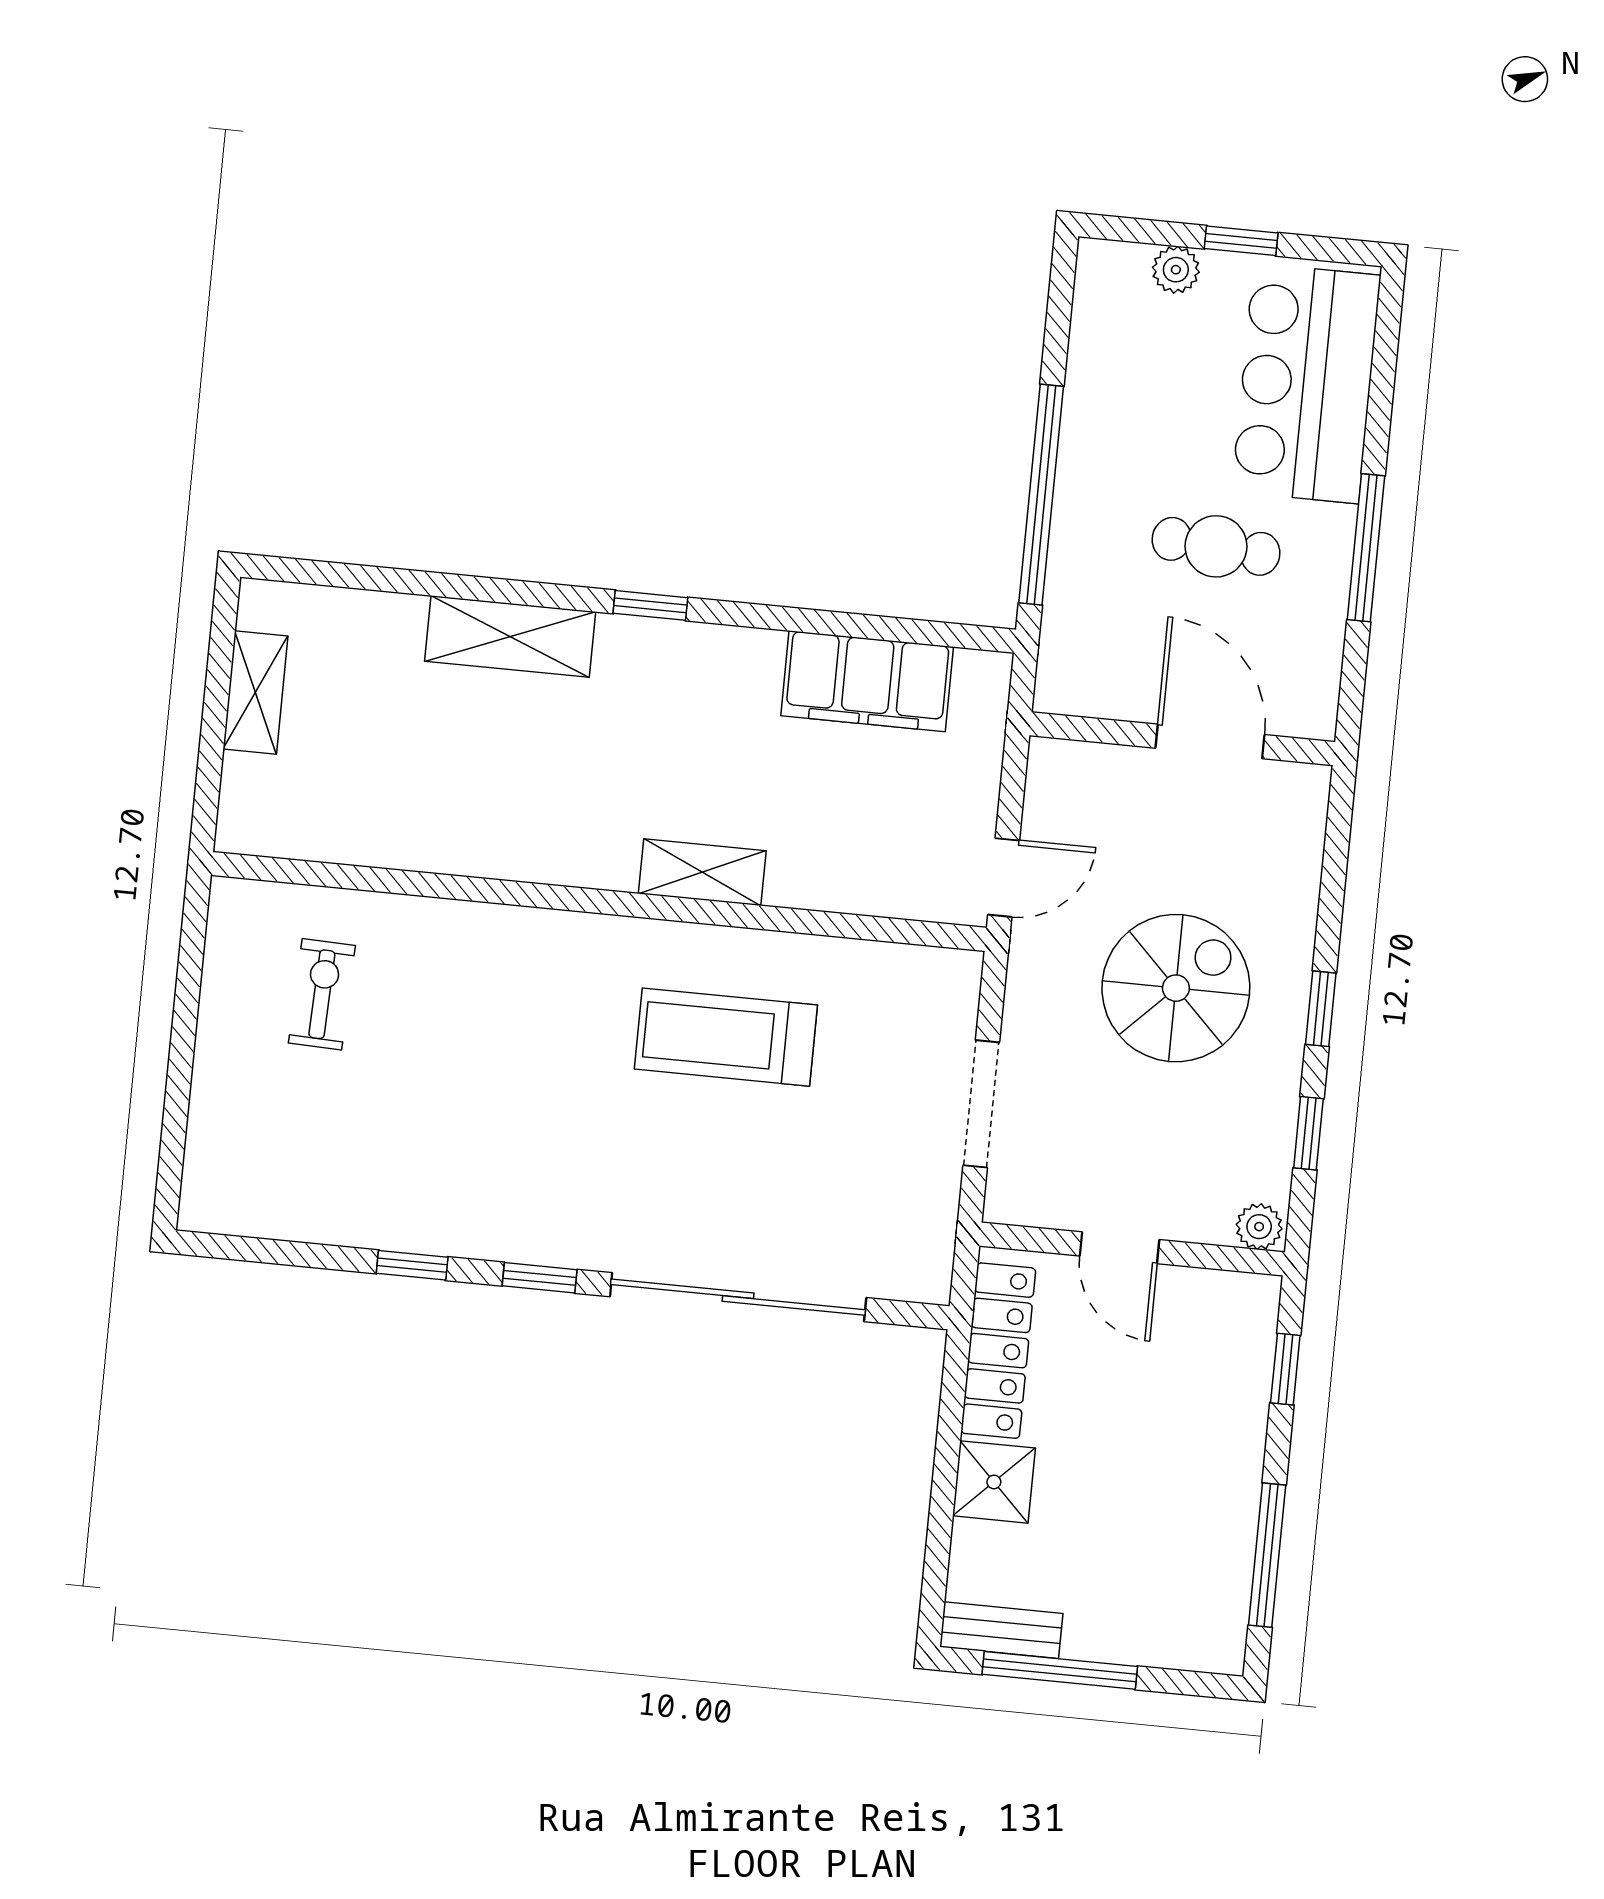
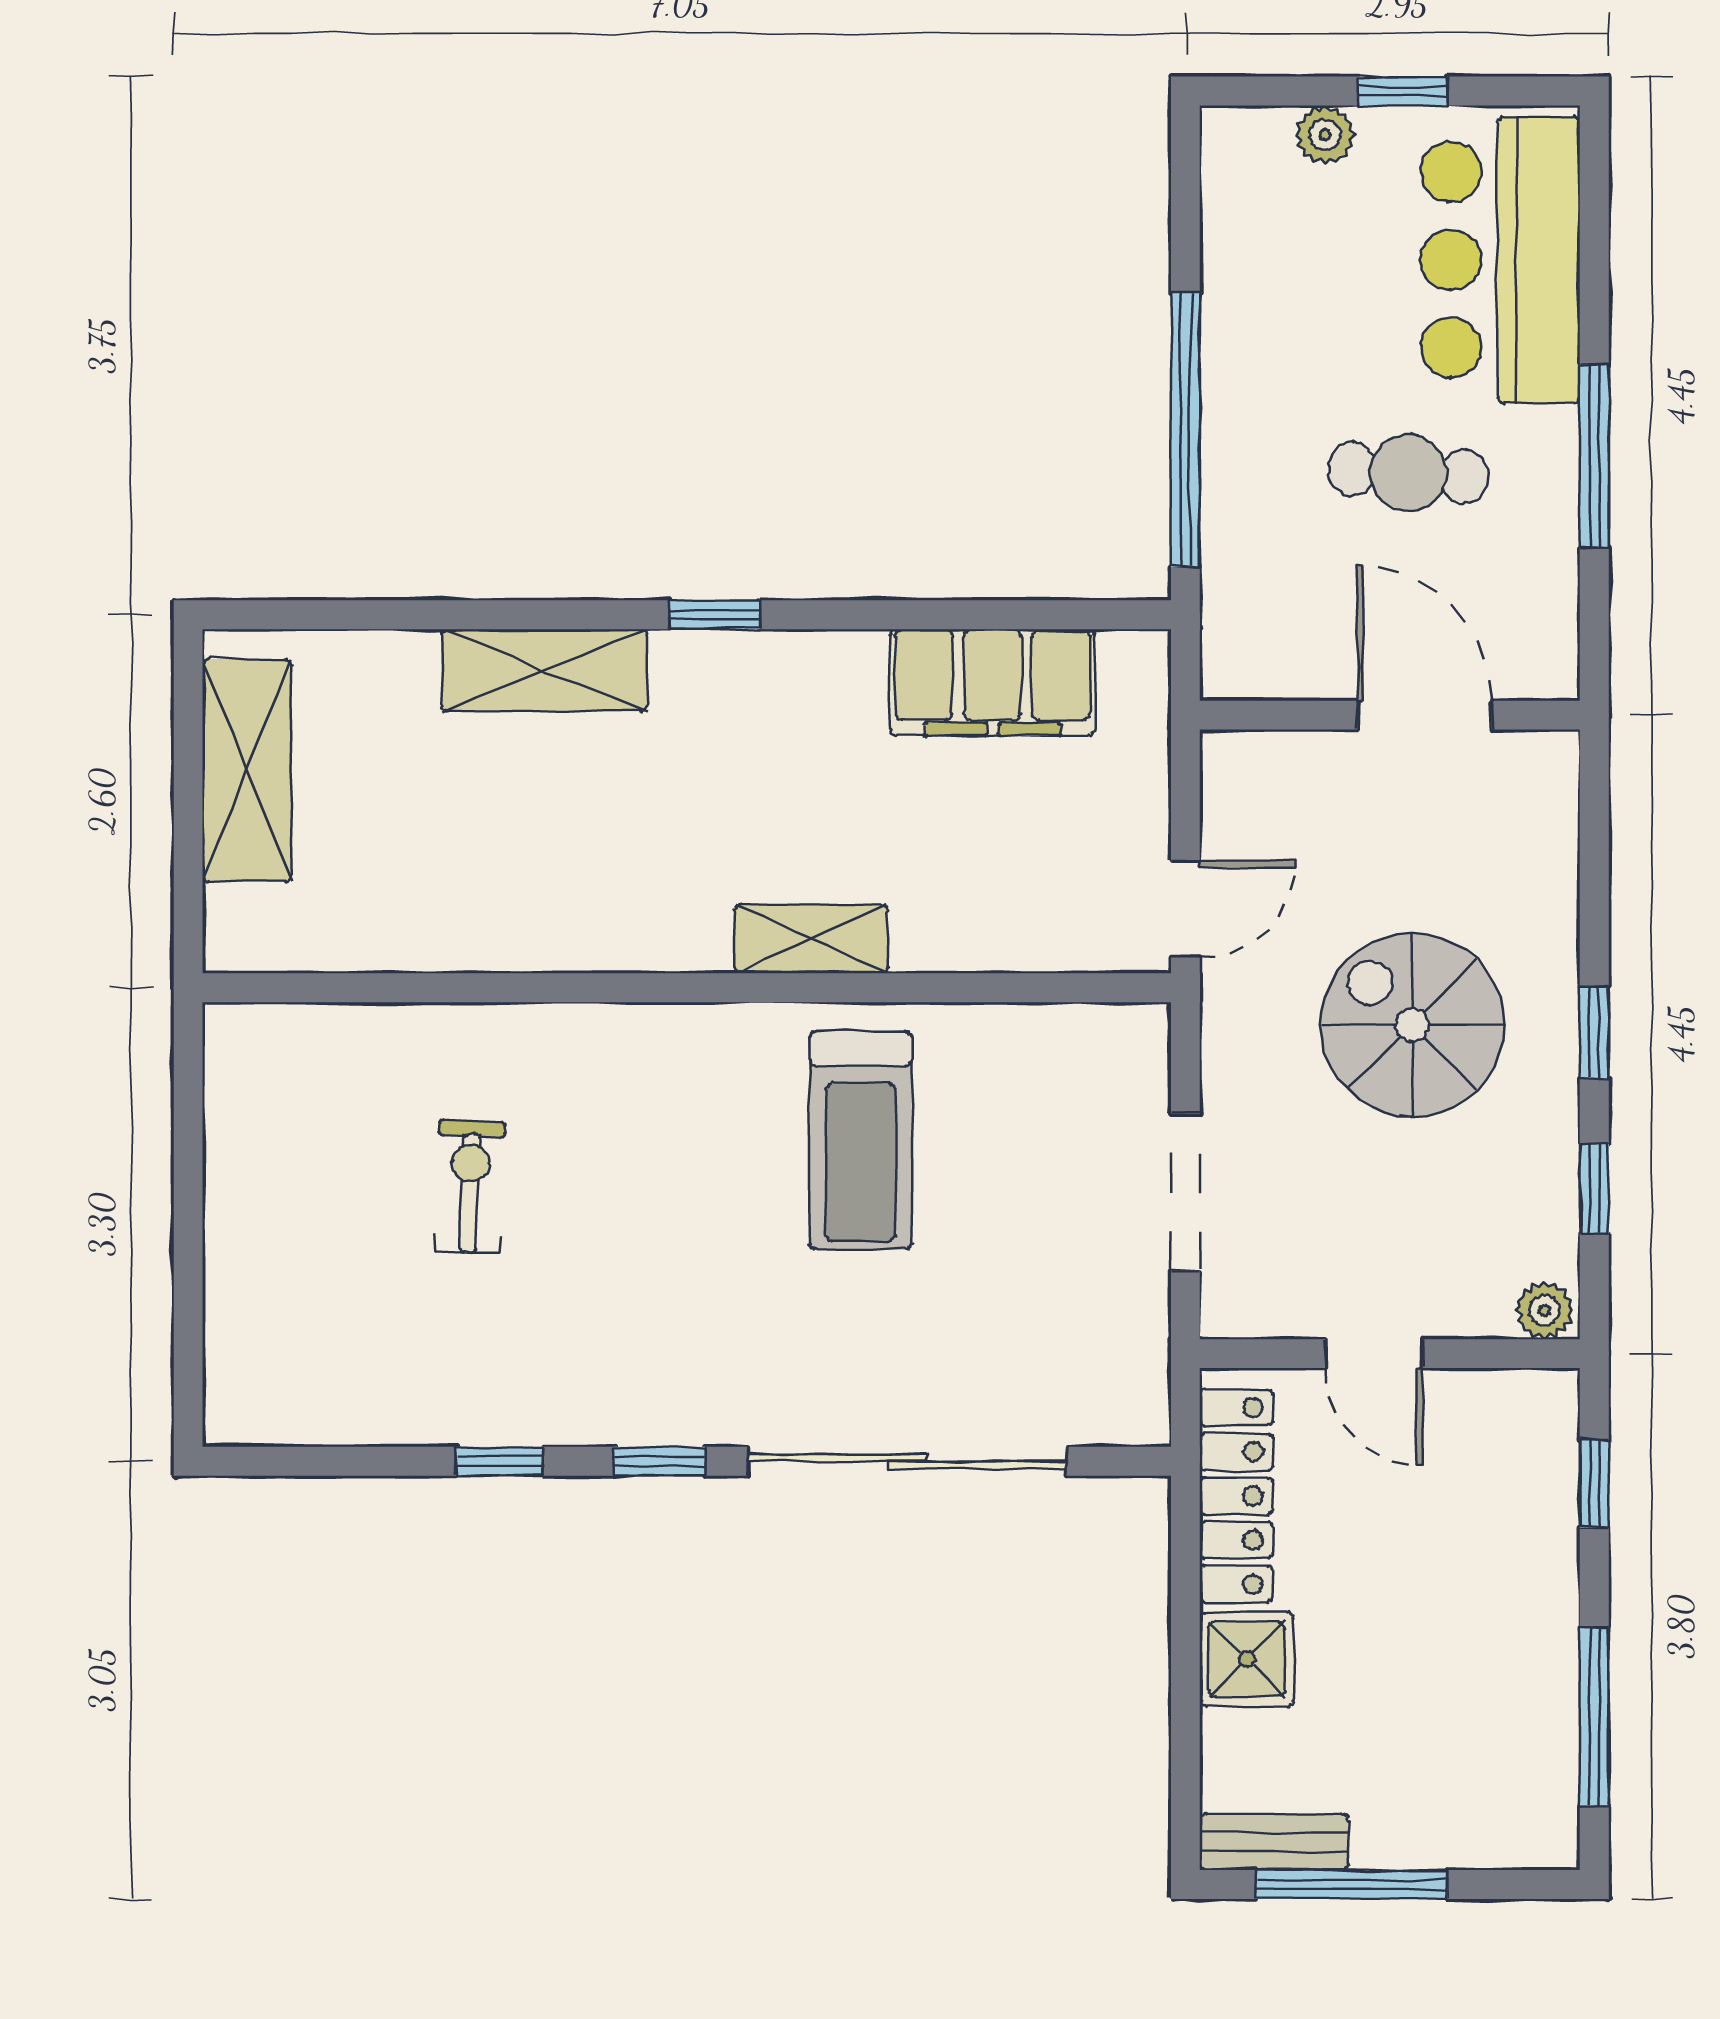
shelving: (255, 692) -> (247, 770), width x1.50, depth x1.33
spiral stairs: (1176, 988) -> (1412, 1025), turned -90
exercise bike: (322, 994) -> (470, 1187), moved
treadmill: (726, 1037) -> (861, 1140), turned -90

